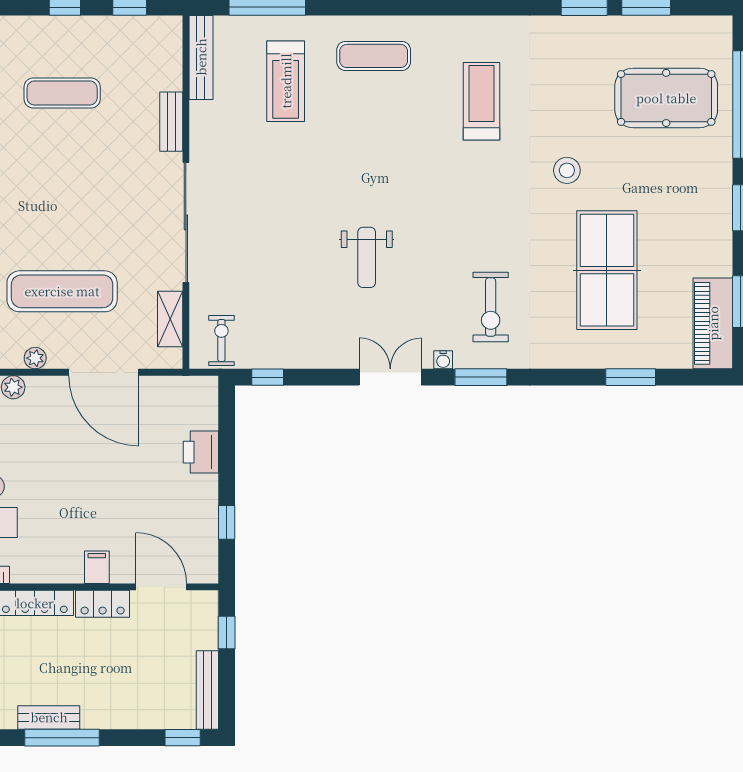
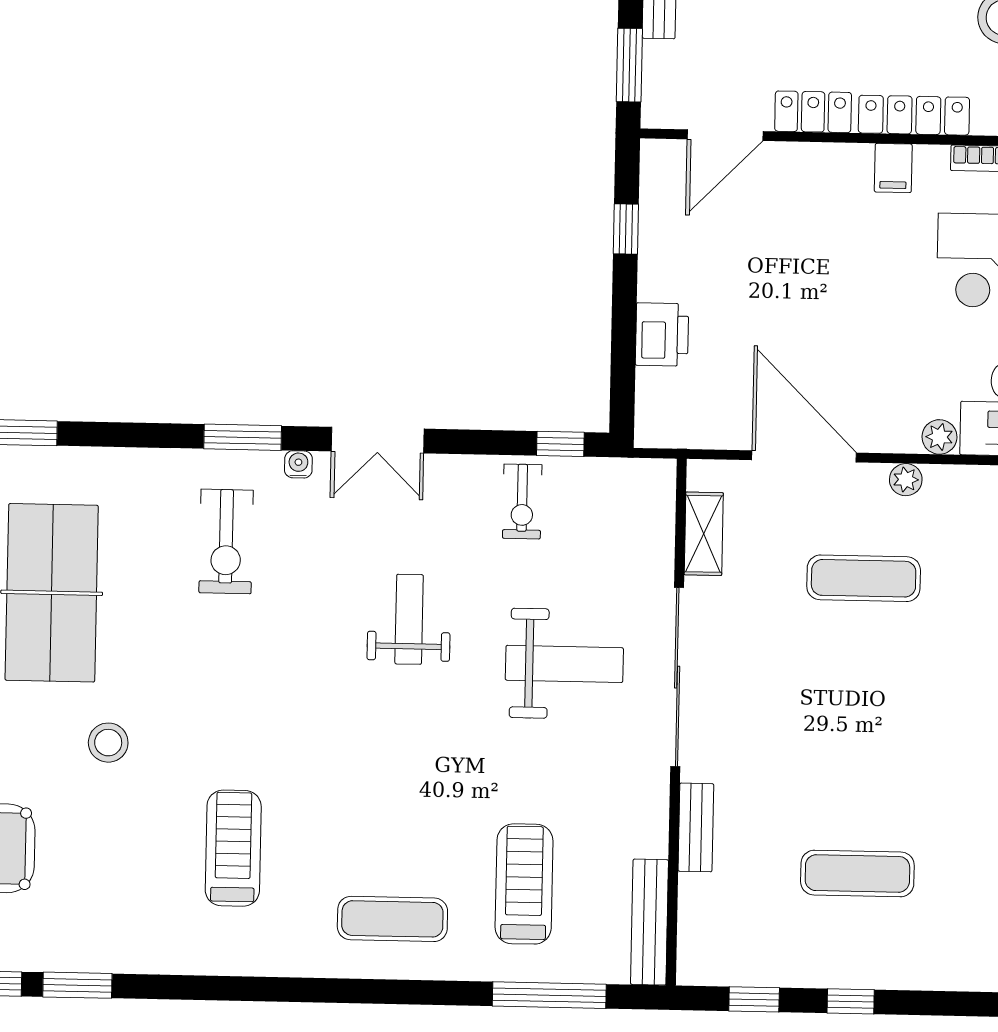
treadmill: (482, 101) -> (233, 848), turned 180
weight bench: (262, 230) -> (564, 664), added
exercise mat: (62, 291) -> (864, 578), width x0.73, depth x0.69
exercise bike: (491, 307) -> (226, 541), turned 180
exercise bike: (221, 340) -> (522, 501), moved
filing cabinet: (97, 567) -> (893, 168), moved
door: (161, 587) -> (725, 135), hinge flipped
window: (227, 632) -> (629, 65), width x1.50

